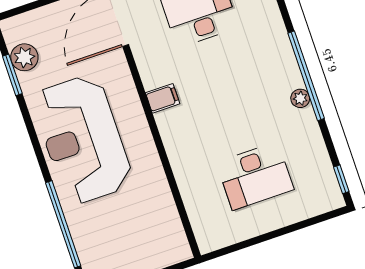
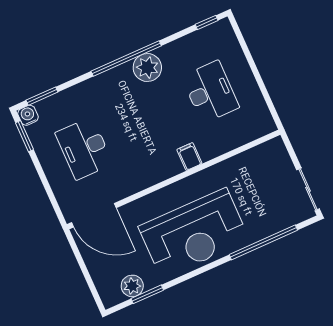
filing cabinet: (163, 98) -> (189, 156), moved
plant: (300, 98) -> (147, 67), width x1.87, depth x1.87

